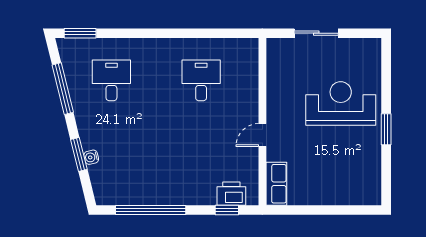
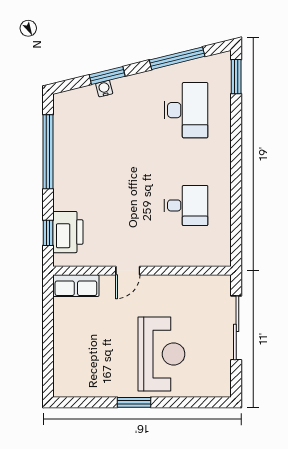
sliding door: (316, 33) -> (236, 328), width x1.37
desk: (111, 80) -> (186, 110), width x1.37
door: (262, 135) -> (128, 271), swing flipped
printer: (231, 194) -> (68, 232), width x1.37, depth x1.19

